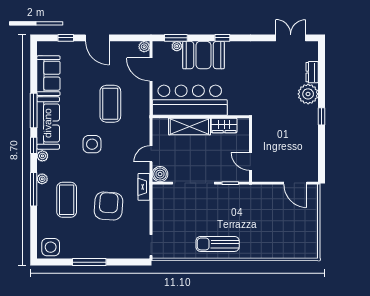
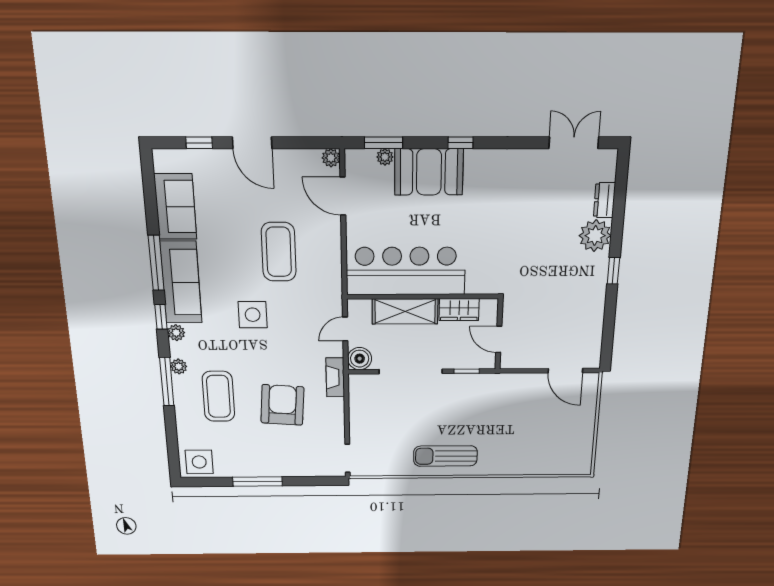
bar counter: (190, 100) -> (406, 271), moved
wall: (201, 117) -> (423, 297), moved
wardrobe: (224, 125) -> (459, 310), moved
shelving: (189, 126) -> (405, 311), moved

